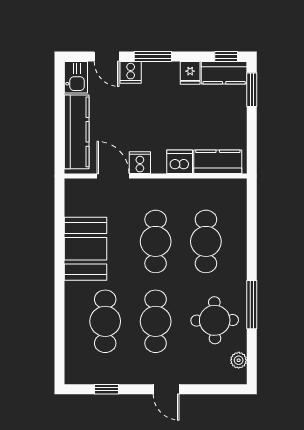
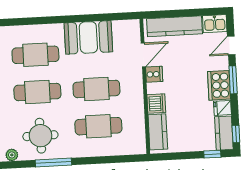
cooker: (131, 72) -> (219, 85), moved, width x1.87, depth x1.31
window: (252, 90) -> (212, 154), width x0.67

